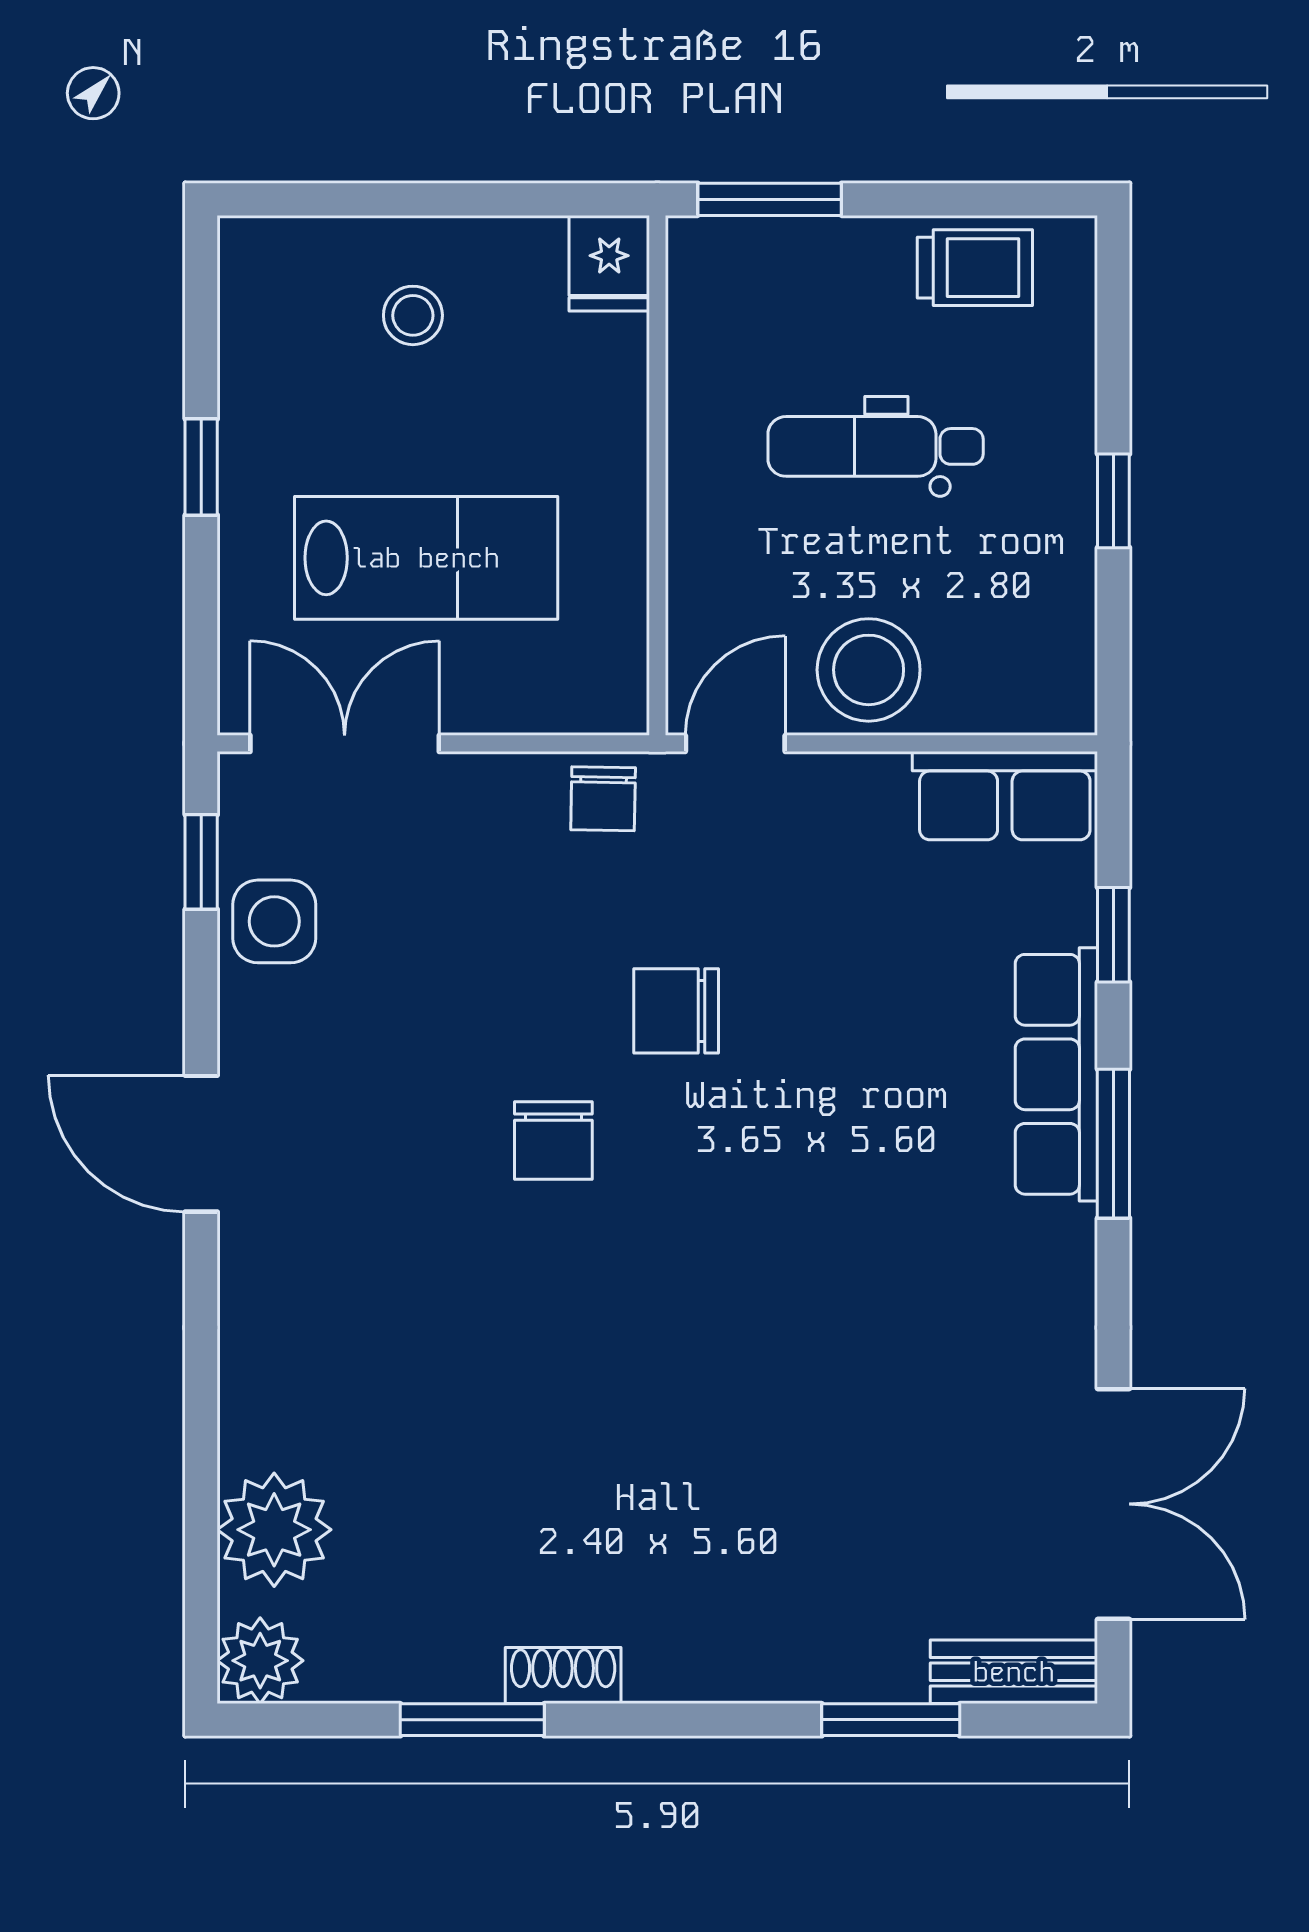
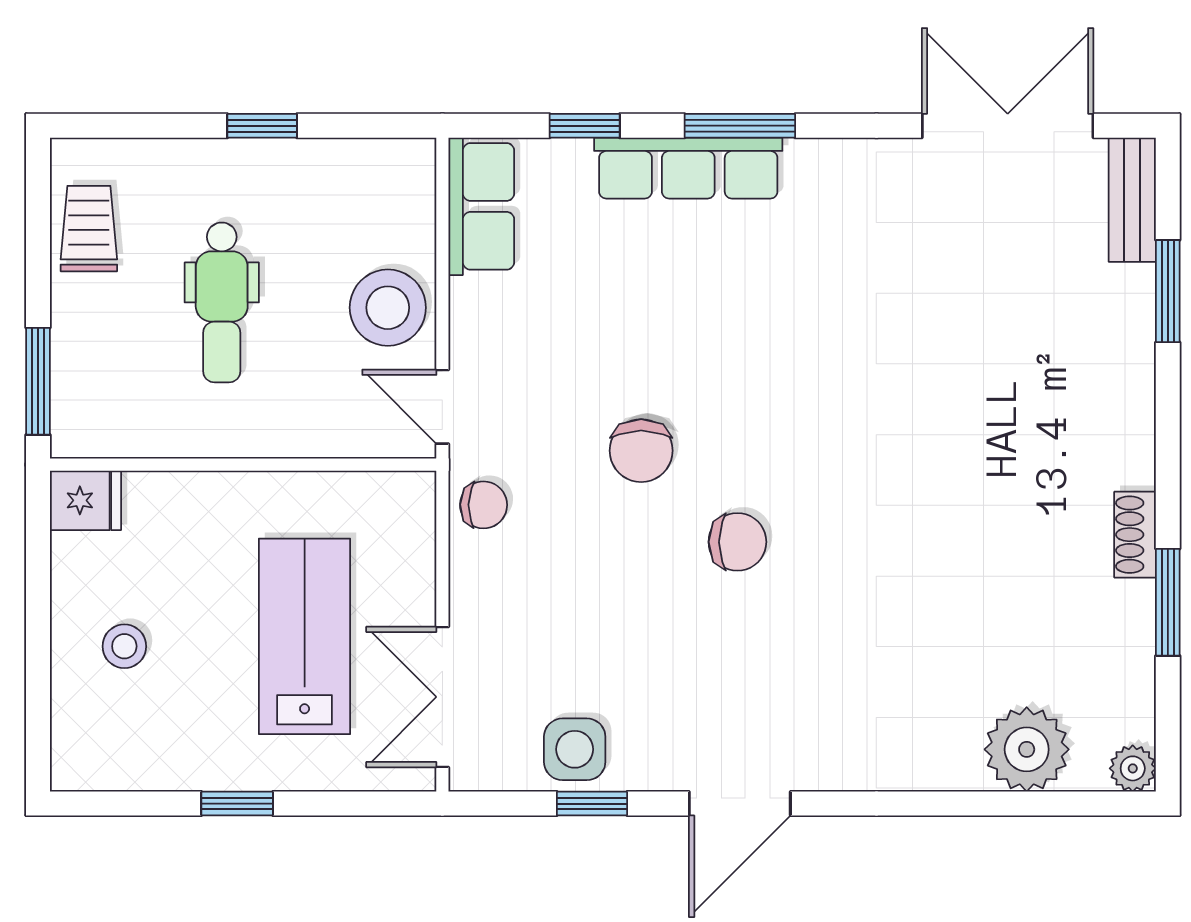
window: (201, 862) -> (592, 804), moved
plant: (260, 1661) -> (1133, 768), width x0.73, depth x0.73

